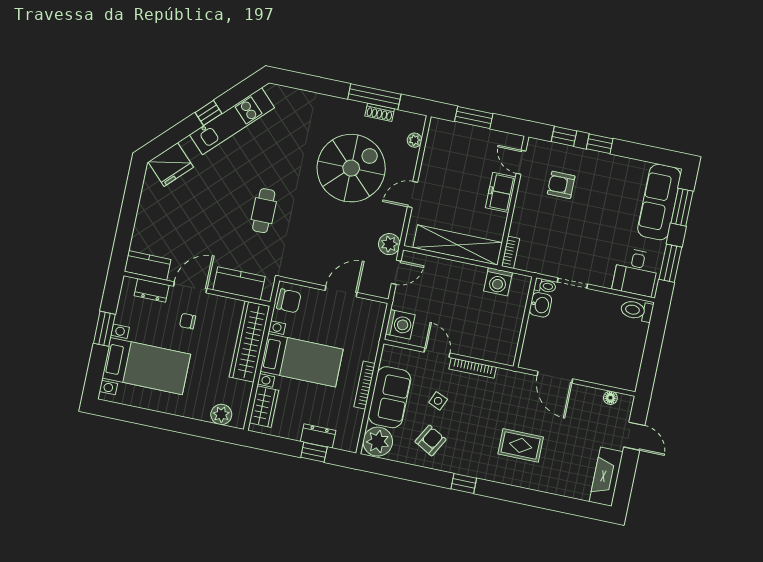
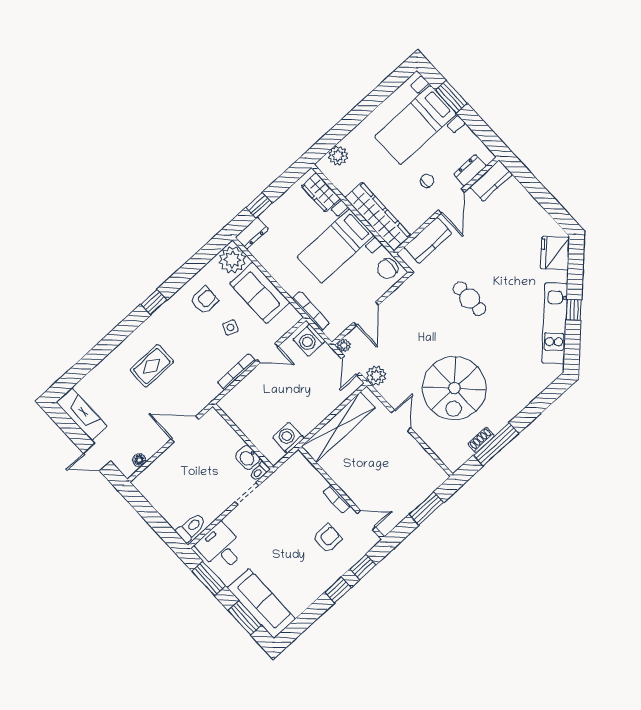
plant: (415, 140) -> (344, 346), moved
freezer: (501, 192) -> (355, 488), removed
bookcase: (511, 252) -> (337, 499), moved
window: (104, 329) -> (451, 97), moved
bookcase: (365, 385) -> (311, 311), moved
dresser: (318, 436) -> (252, 233), moved
armchair: (431, 441) -> (204, 300), turned -119

